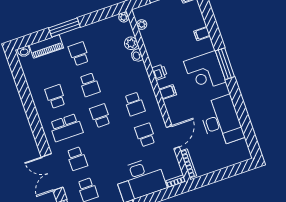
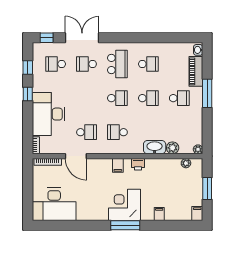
washbasin: (137, 56) -> (155, 147), width x1.91, depth x1.45
school desk: (90, 85) -> (148, 98), turned 180
desk: (221, 121) -> (54, 204), moved
school desk: (66, 128) -> (117, 64), turned 180

